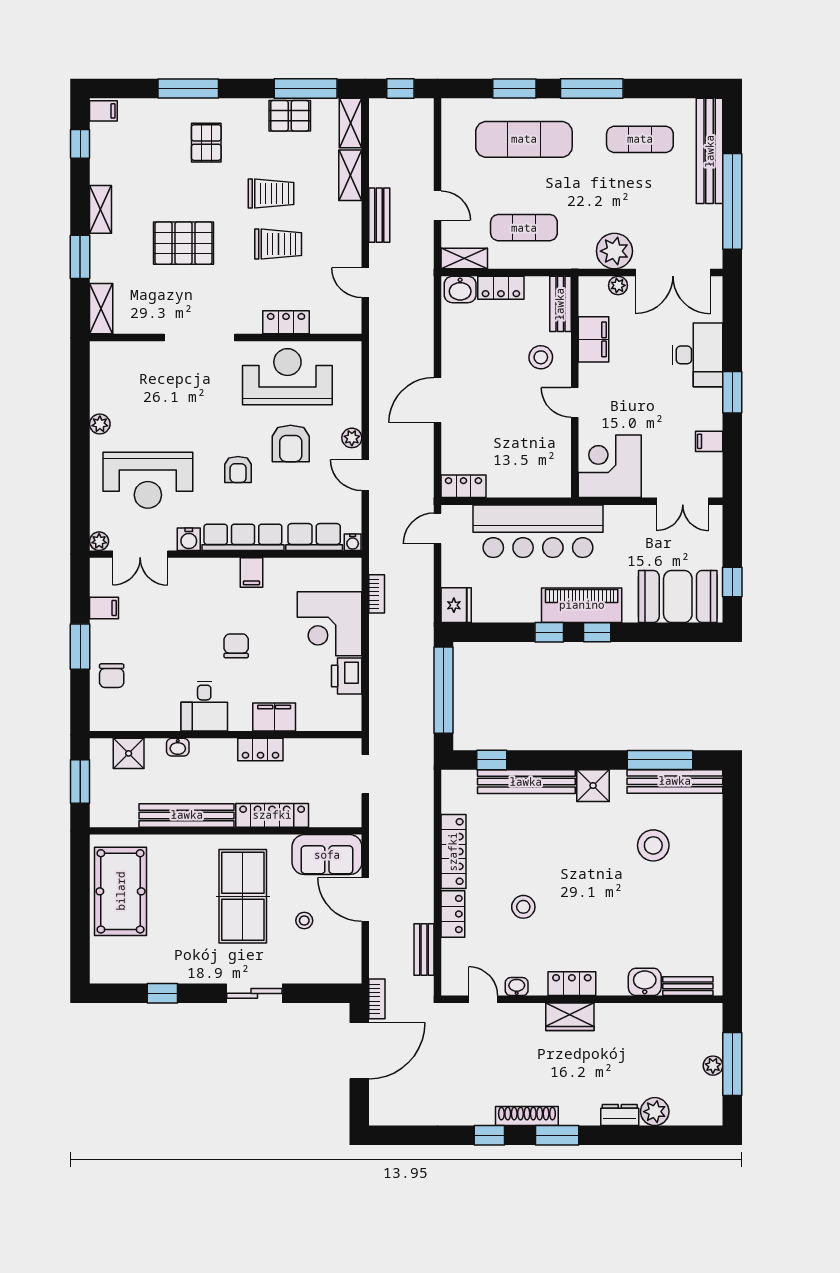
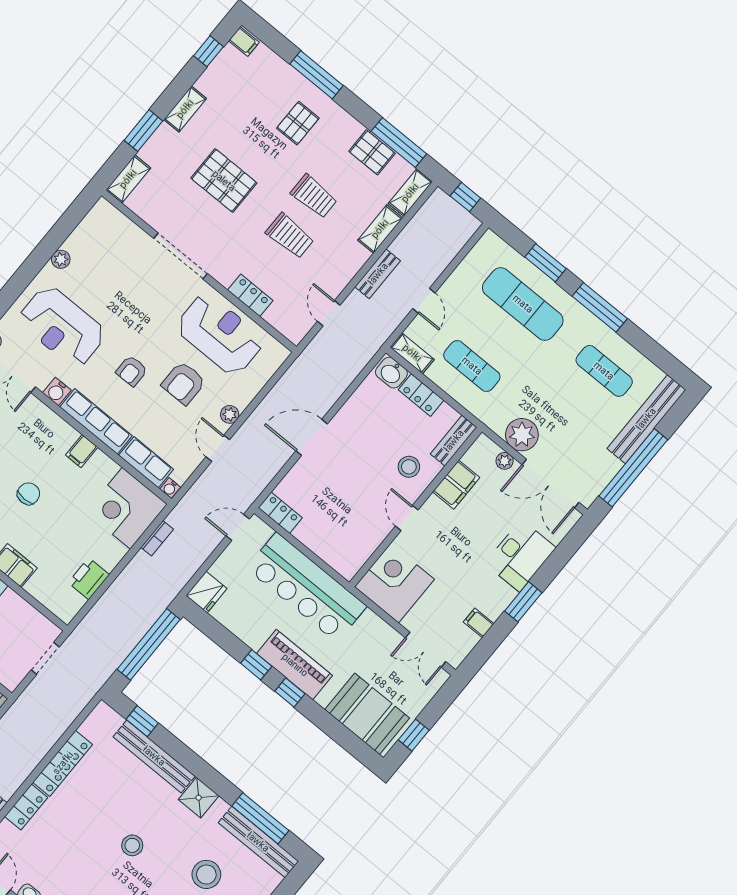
corner desk: (330, 624) -> (126, 508), moved
stool: (523, 907) -> (132, 845), moved

